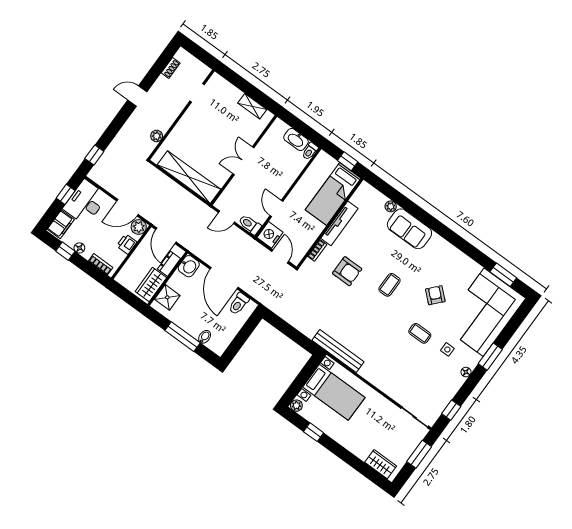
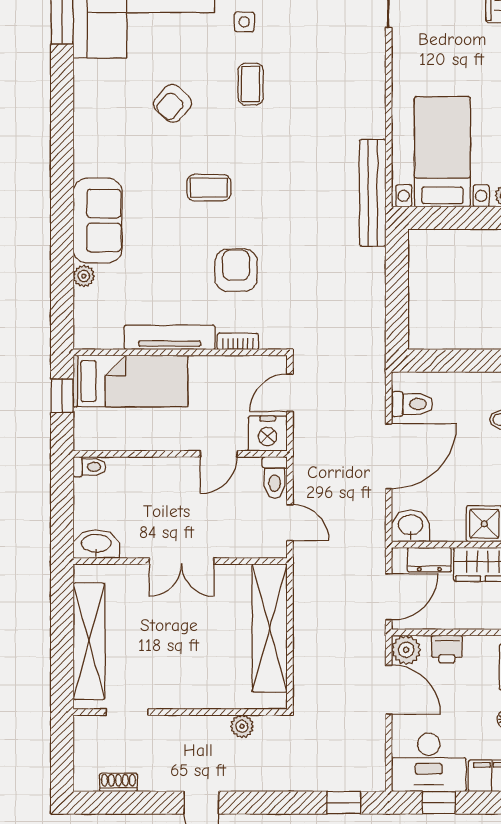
shelving: (252, 106) -> (89, 641), width x2.20, depth x1.33
washbasin: (296, 140) -> (96, 544), moved, turned -90

